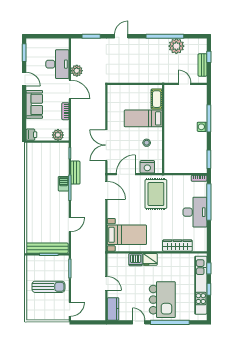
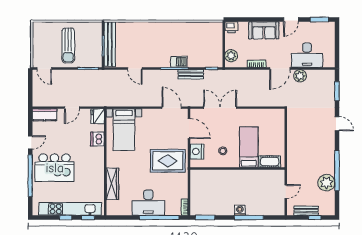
door: (106, 190) -> (172, 108), swing flipped
fridge: (150, 259) -> (98, 116), moved

